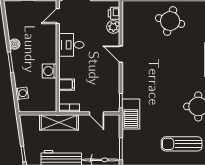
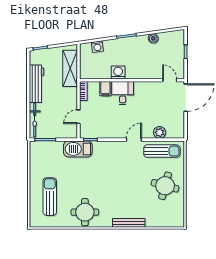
printer: (114, 13) -> (172, 133), removed
sun lounger: (133, 24) -> (162, 151), added
boiler: (15, 44) -> (153, 38), moved
desk: (71, 45) -> (123, 93), moved
shelving: (59, 122) -> (70, 68), moved

